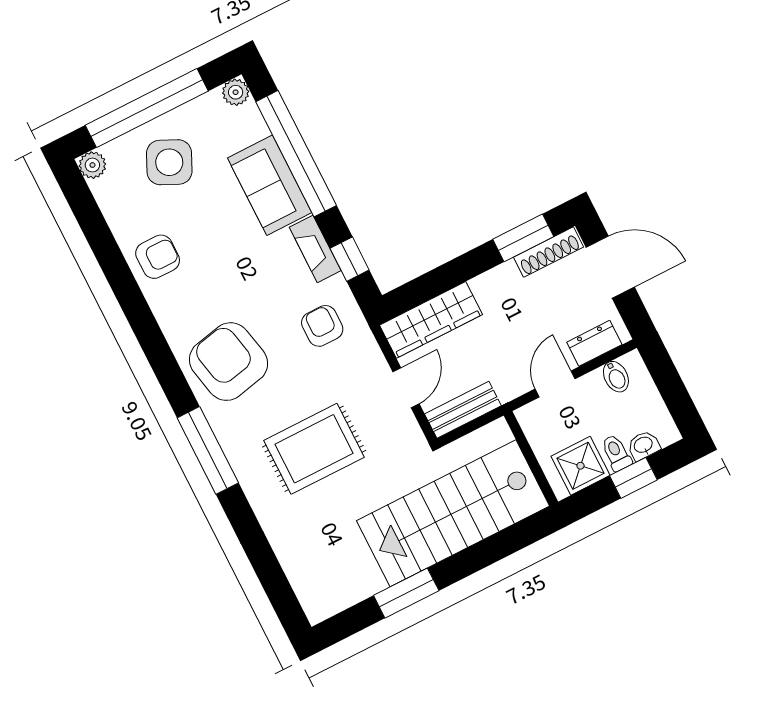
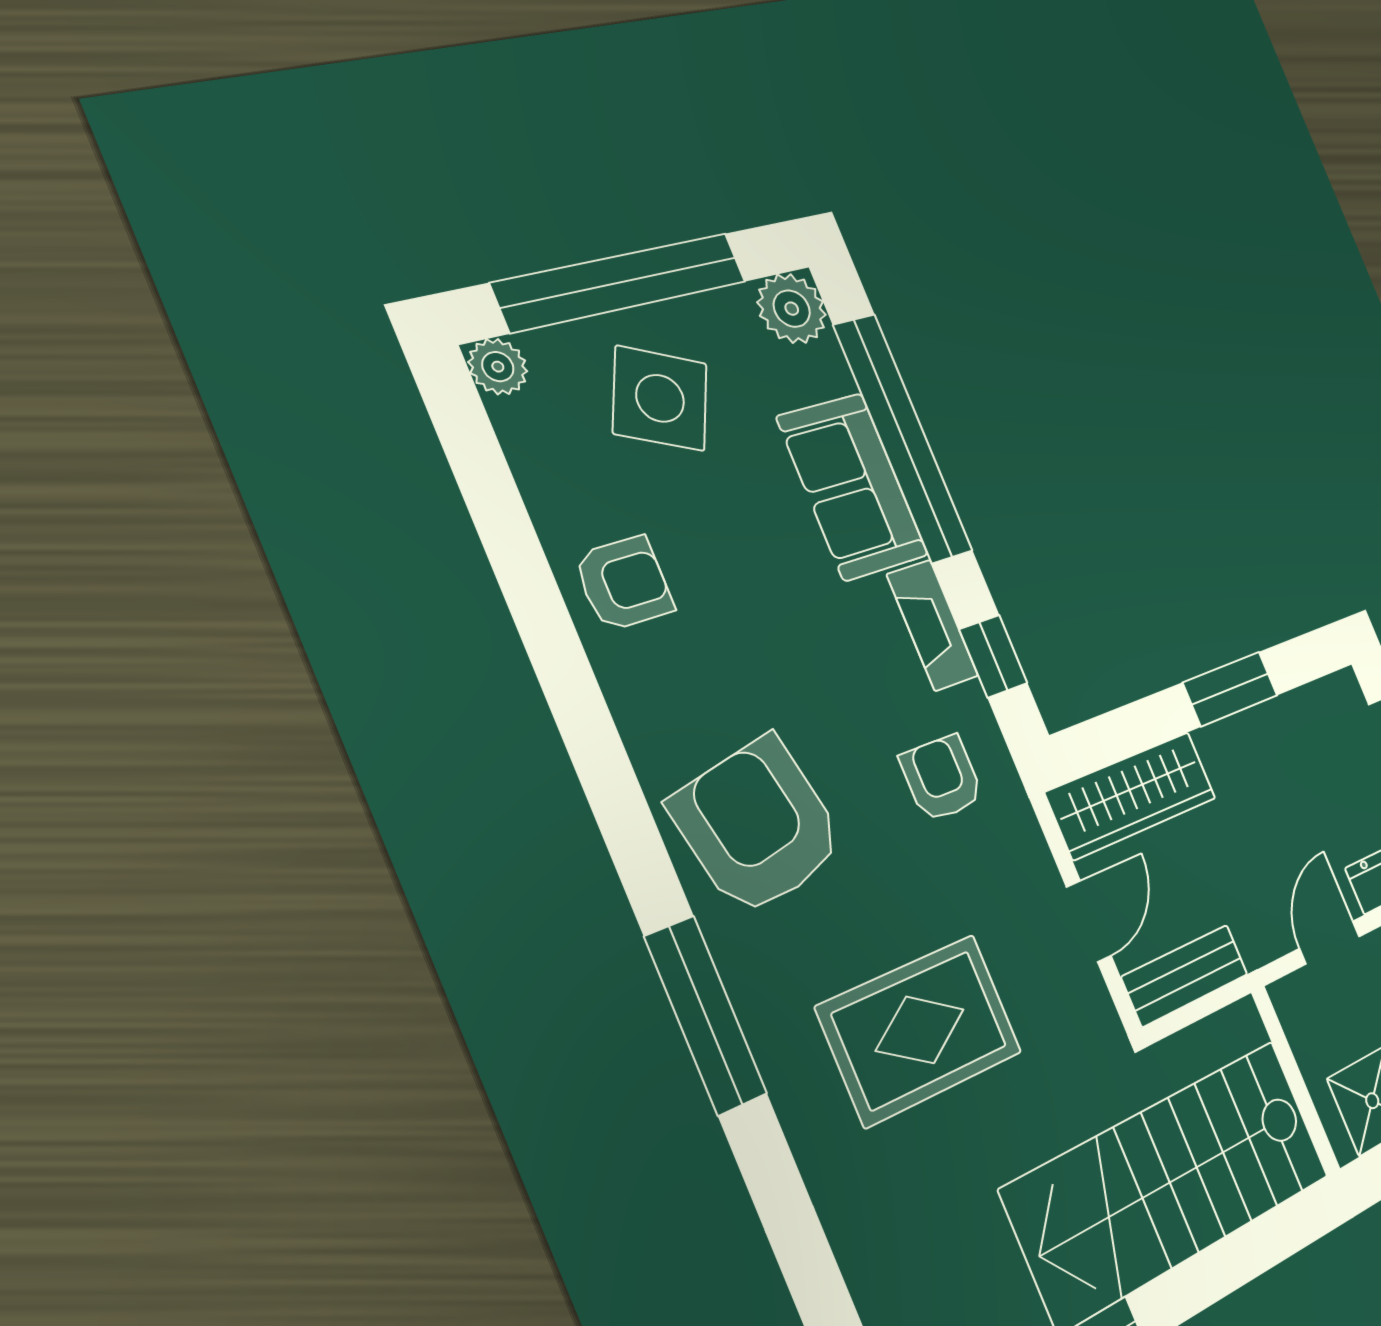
plant: (236, 92) -> (792, 309), width x1.38, depth x1.38
window: (523, 238) -> (1230, 689), moved
shoe rack: (549, 252) -> (1314, 703), removed

